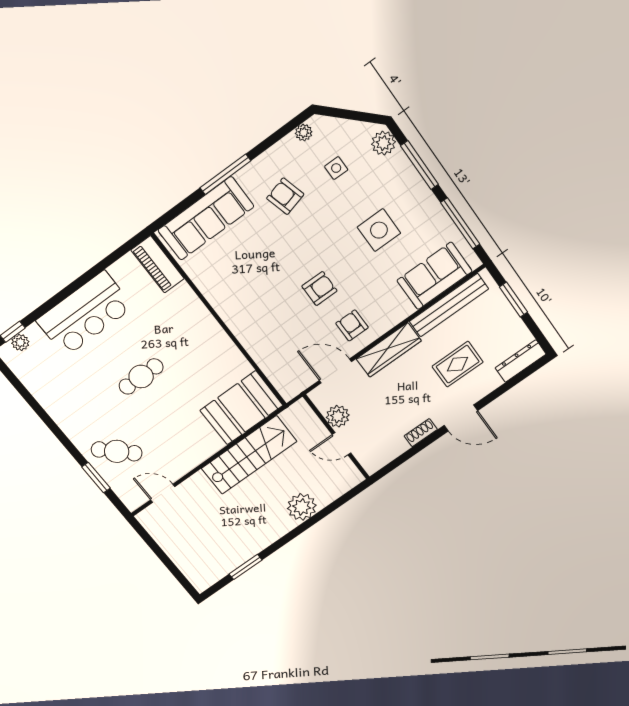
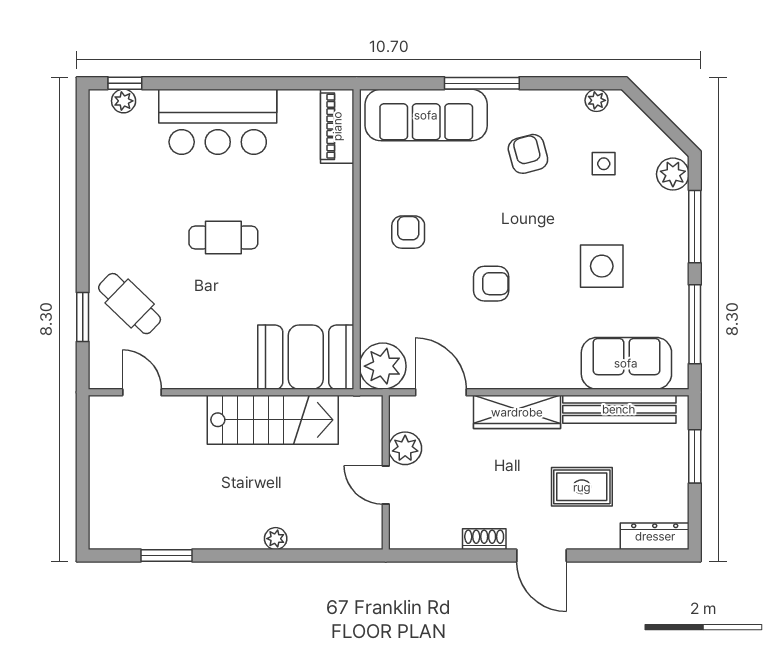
armchair: (352, 325) -> (408, 232), moved
plant: (290, 381) -> (383, 366), added
plant: (302, 507) -> (276, 539), width x0.53, depth x0.53

